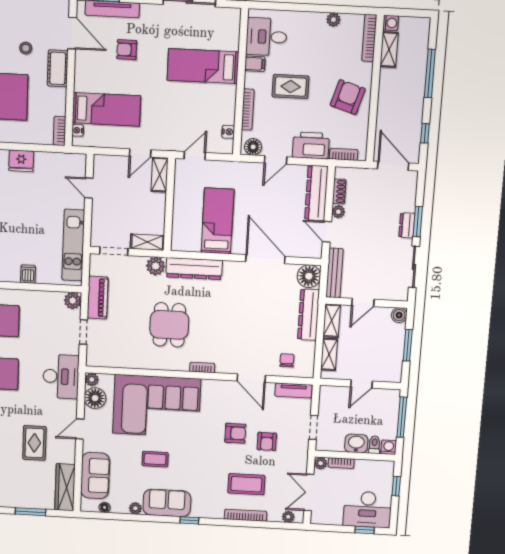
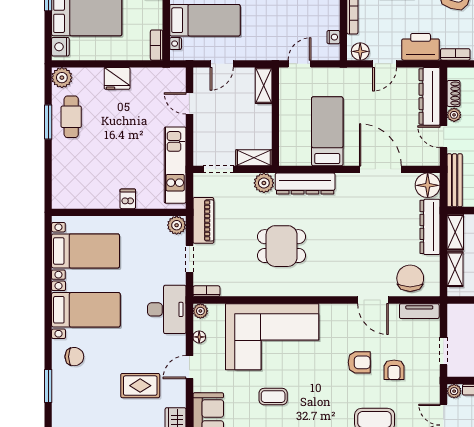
door: (140, 153) -> (222, 64), moved
dining table: (169, 325) -> (282, 246), turned 90
chair: (287, 360) -> (410, 278), width x1.87, depth x1.87
bookcase: (202, 367) -> (206, 291), moved
floor lamp: (95, 398) -> (199, 337), width x0.53, depth x0.53
rug: (34, 443) -> (140, 386), turned 90

